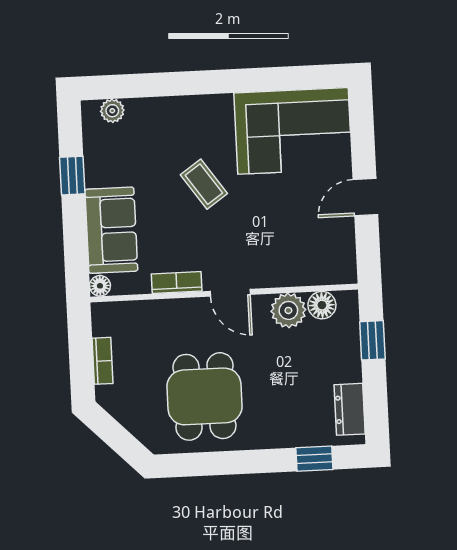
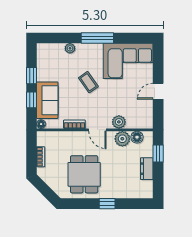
window: (220, 82) -> (97, 38), added
plant: (112, 111) -> (70, 48), moved
window: (75, 231) -> (31, 100), added
plant: (279, 272) -> (119, 122), added
dresser: (350, 409) -> (147, 169), moved
window: (314, 459) -> (107, 204), moved

